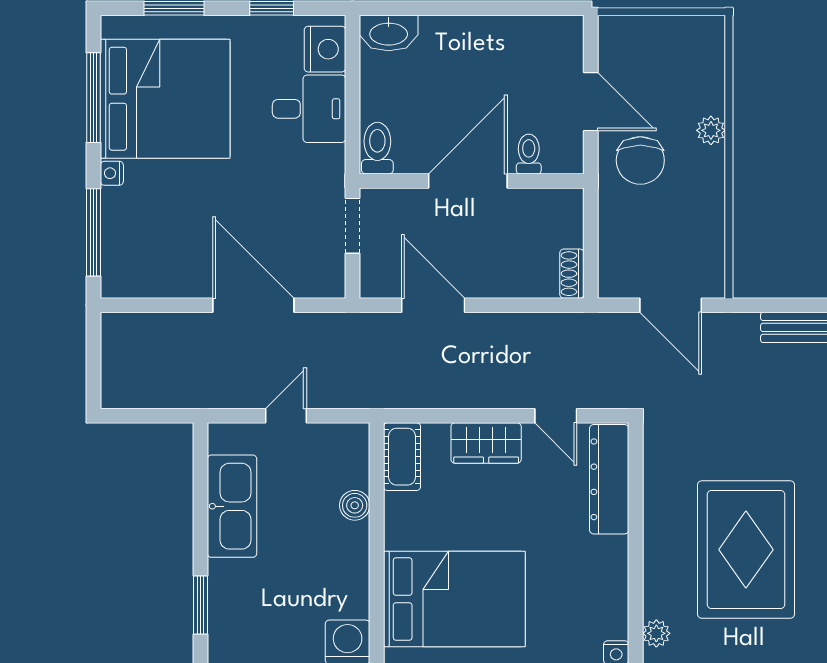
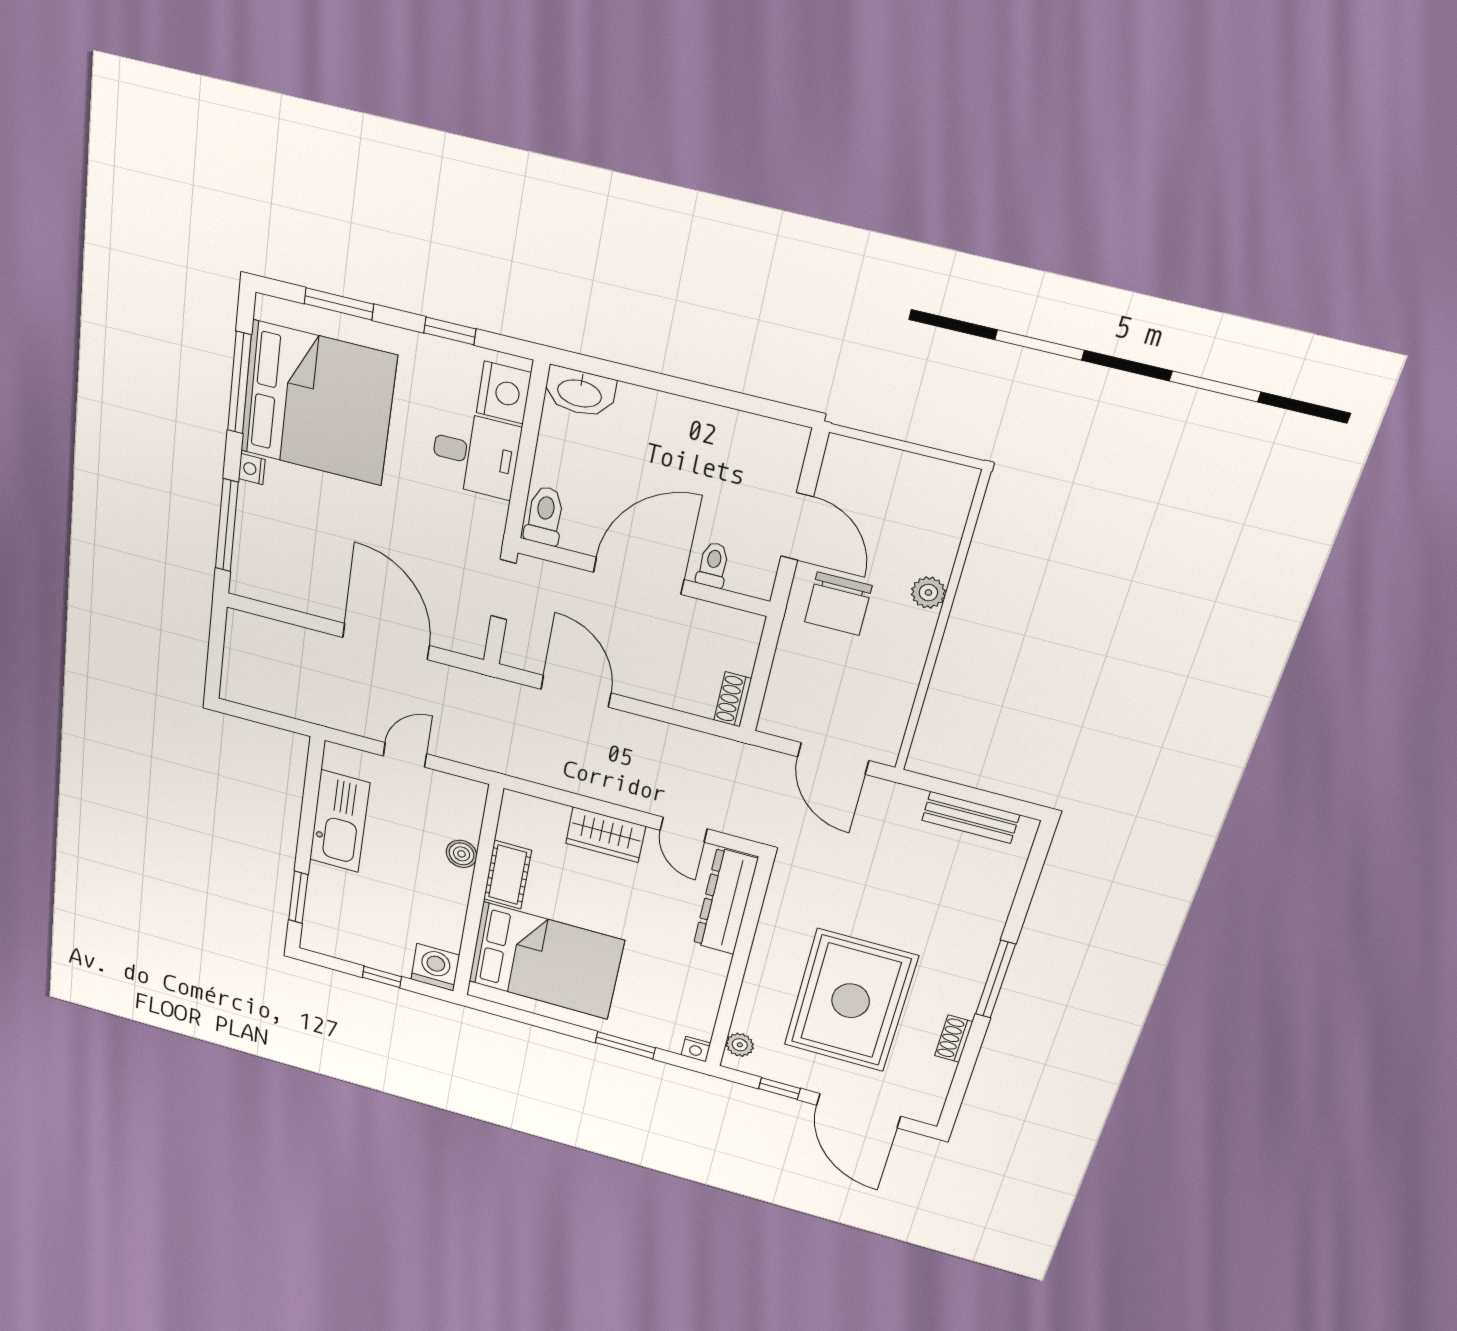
cot: (402, 457) -> (508, 875), moved

